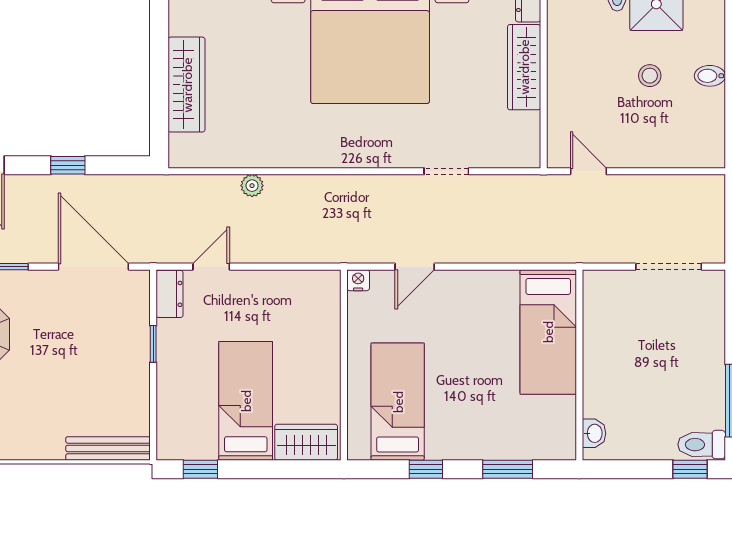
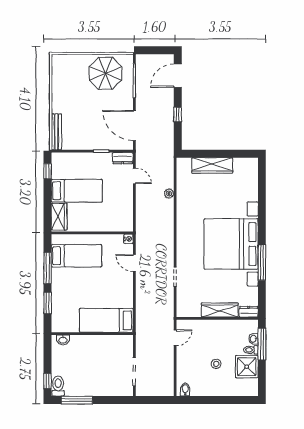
bidet: (710, 76) -> (185, 390), moved
door: (93, 267) -> (134, 126), swing flipped
window: (426, 469) -> (47, 268), width x2.17

